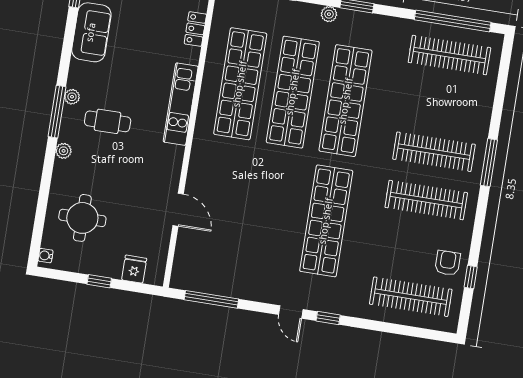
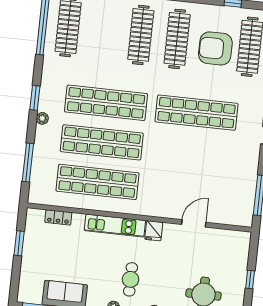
armchair: (448, 263) -> (215, 48), moved, width x1.88, depth x1.88
fridge: (134, 269) -> (154, 231), moved, turned -90

